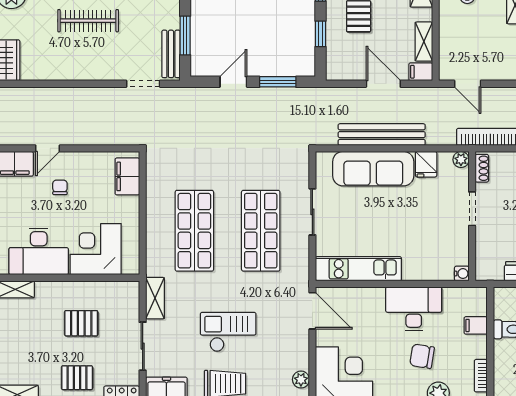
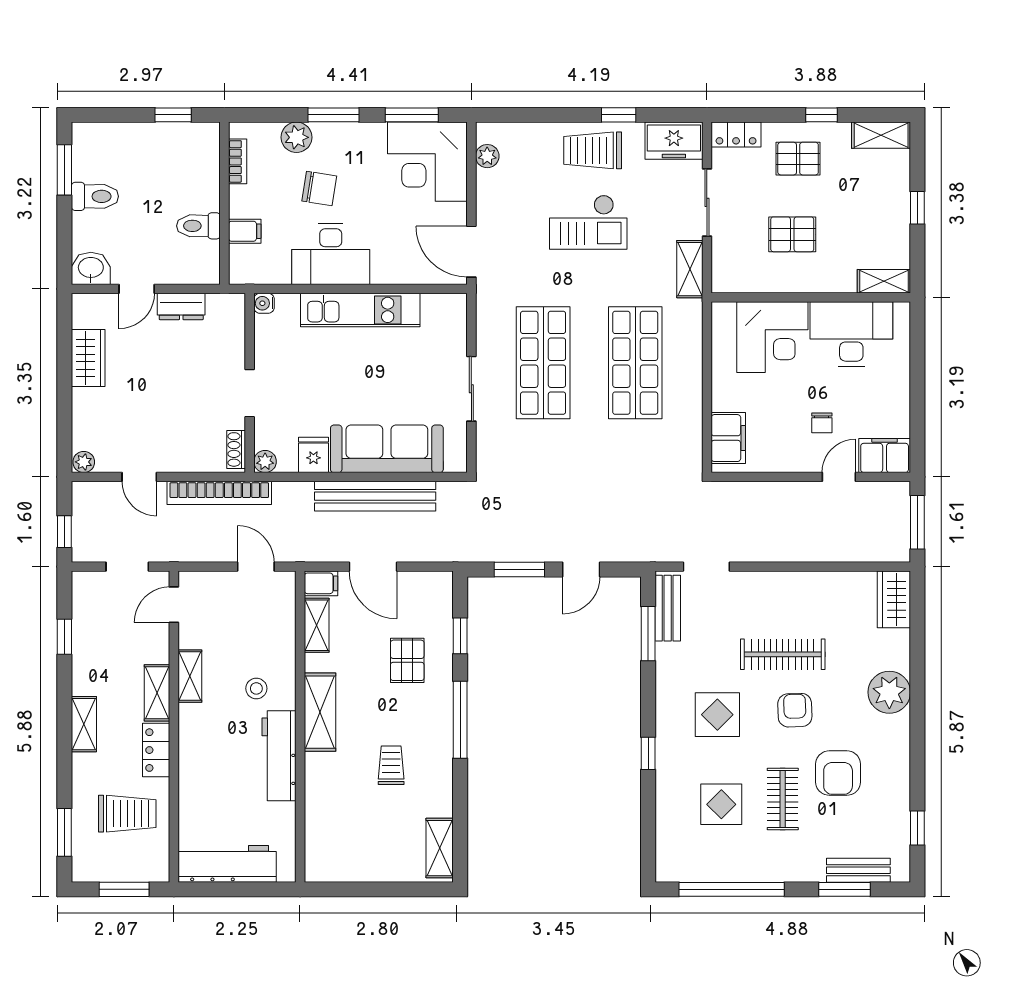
kitchen unit: (358, 269) -> (360, 310), moved

